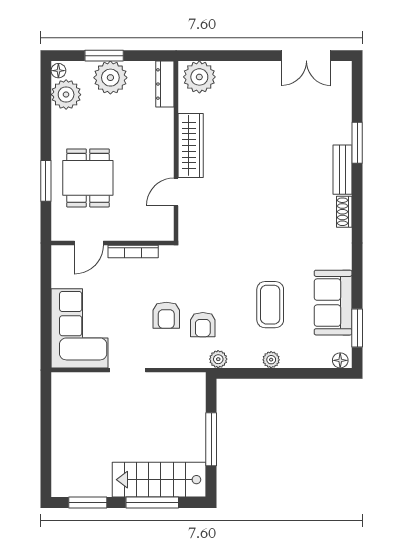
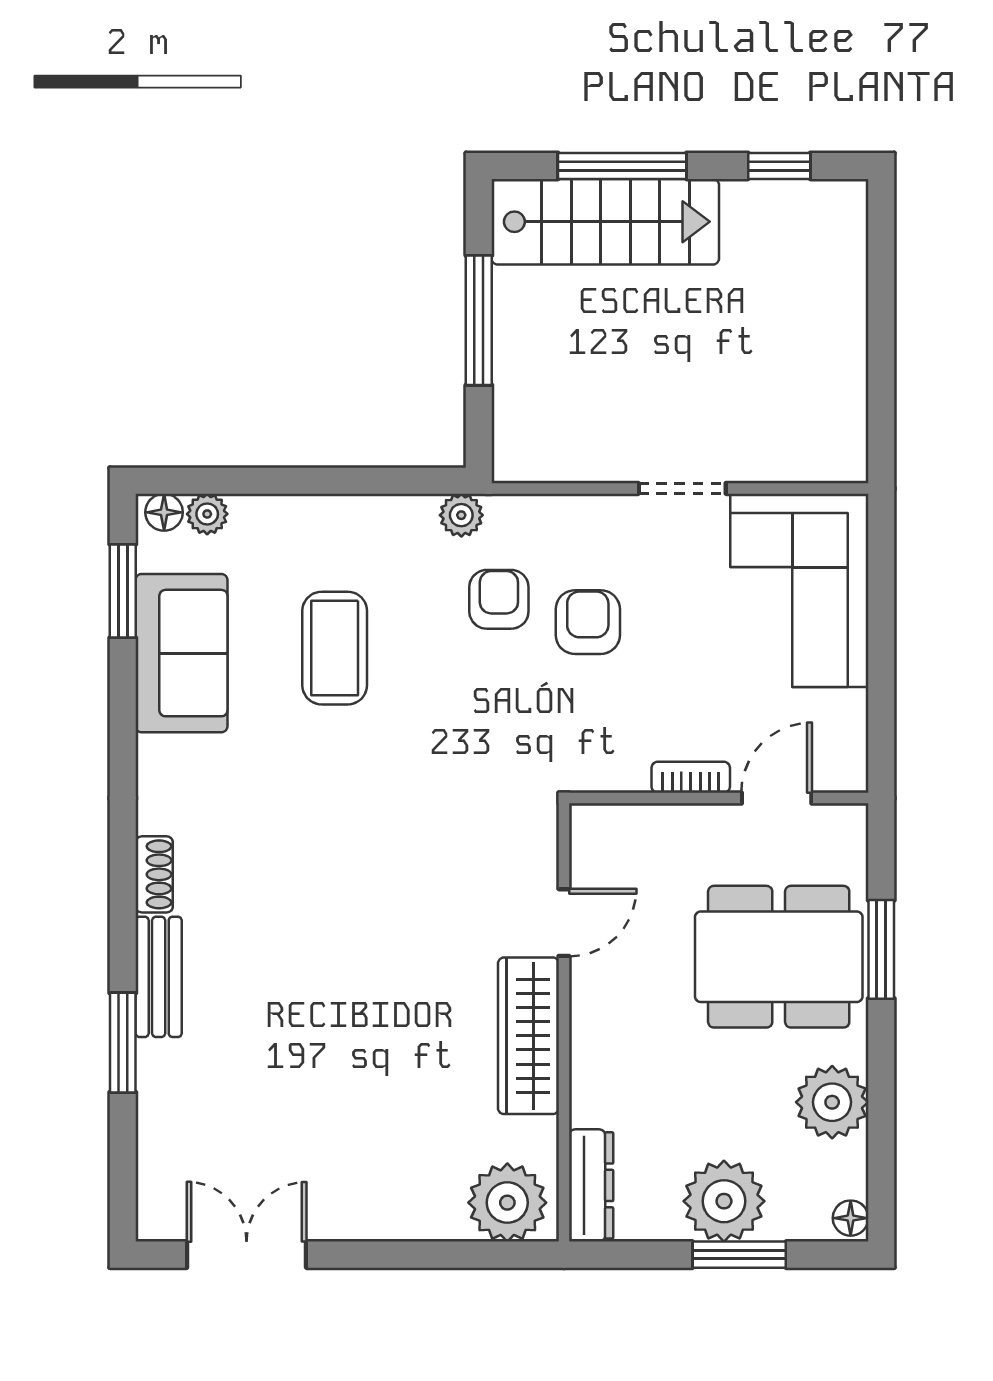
plant: (66, 95) -> (832, 1102), moved
dining table: (88, 178) -> (779, 957), width x1.38
bookcase: (133, 252) -> (691, 777), width x0.64
plant: (271, 360) -> (207, 514), moved
window: (88, 502) -> (779, 166), width x0.67

